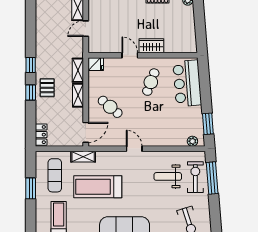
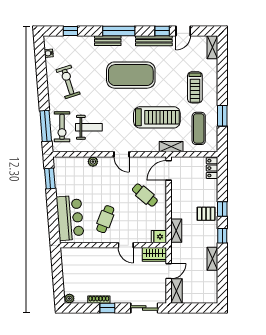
wardrobe: (151, 46) -> (154, 254), moved
pallet: (47, 88) -> (206, 214), turned 90
shelving: (78, 95) -> (212, 259), moved
plant: (192, 141) -> (93, 162), moved

